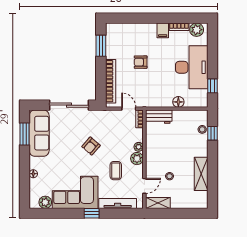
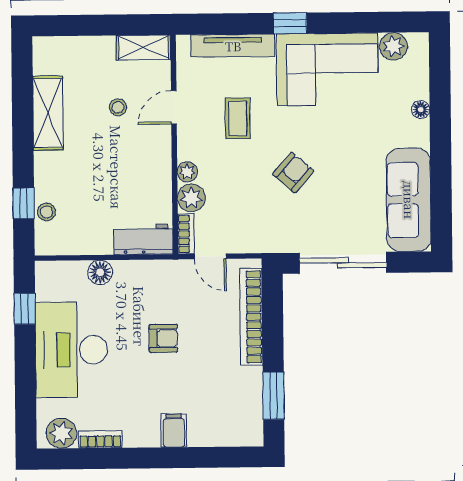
filing cabinet: (163, 30) -> (174, 431), moved
armchair: (141, 62) -> (163, 338), moved
window: (25, 134) -> (441, 198), removed
plant: (137, 159) -> (191, 198), moved
door: (144, 186) -> (174, 107), moved

